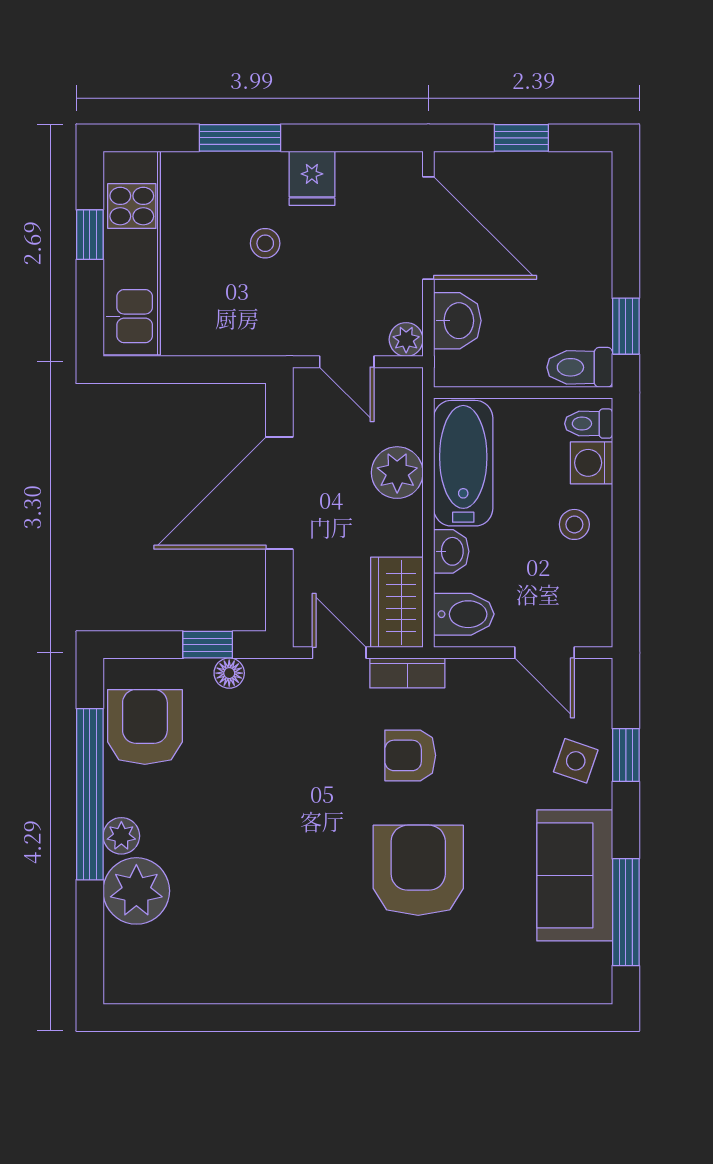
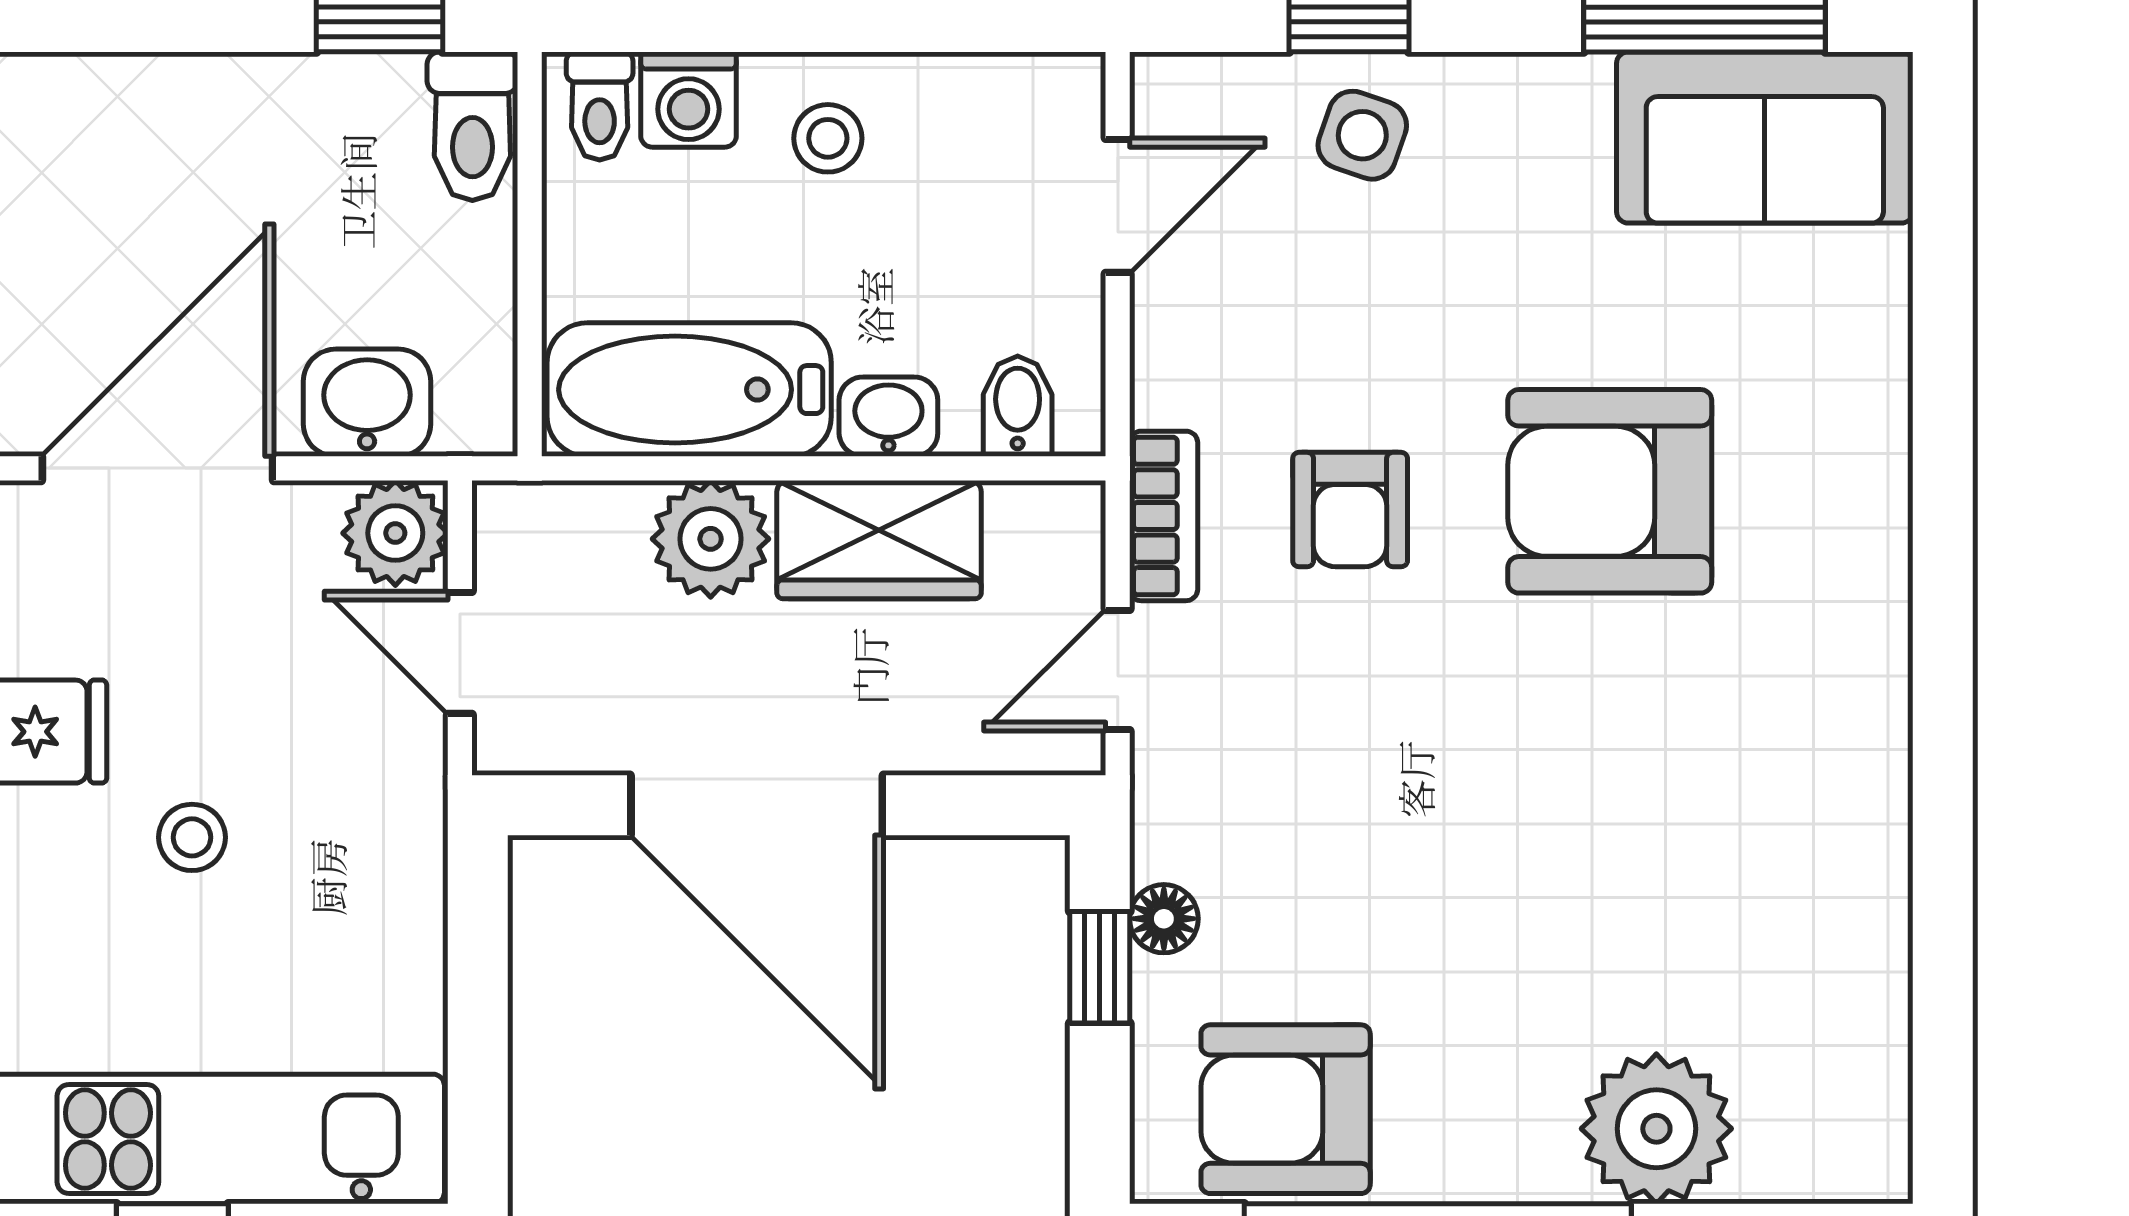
plant: (406, 340) -> (395, 533), width x1.38, depth x1.38
door: (347, 362) -> (460, 653), swing flipped
wardrobe: (397, 602) -> (879, 540), moved
bidet: (464, 614) -> (1018, 406), width x0.72, depth x0.74
plant: (121, 836) -> (1532, 1163), removed
sofa: (575, 875) -> (1765, 138), moved

